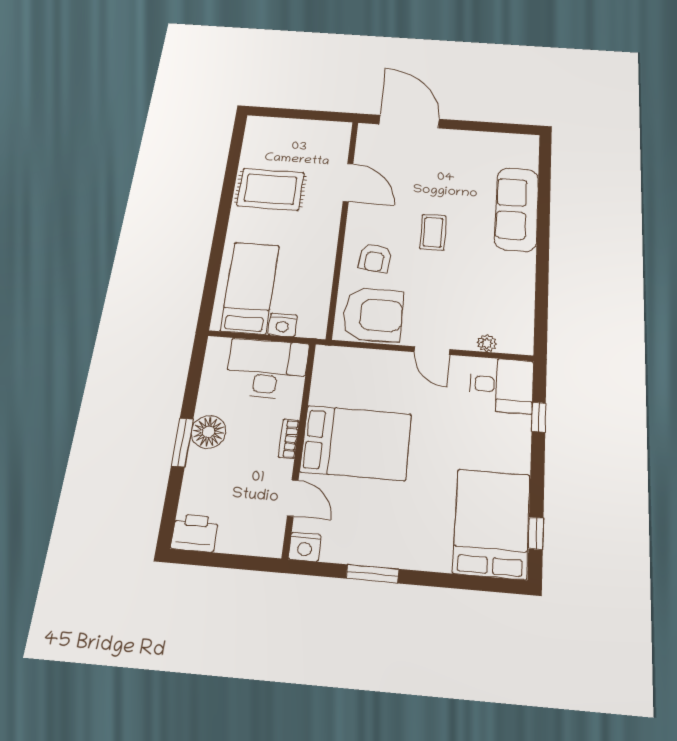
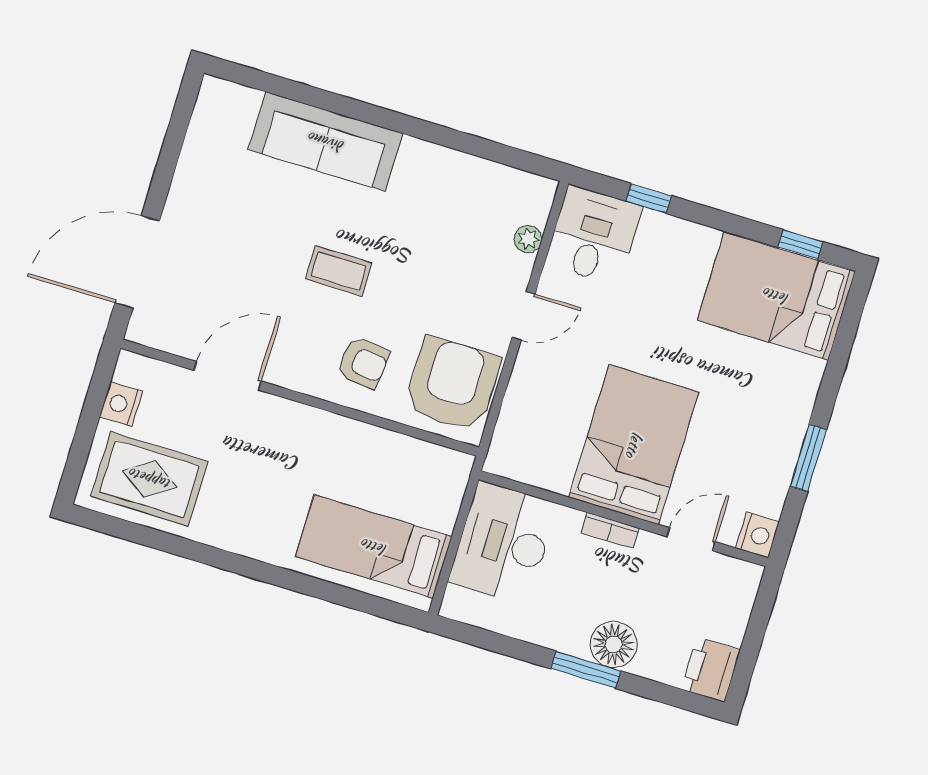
rug: (271, 189) -> (150, 479), moved, turned 90
nightstand: (283, 325) -> (121, 404), moved, turned 180
floor lamp: (209, 432) -> (614, 644), moved

